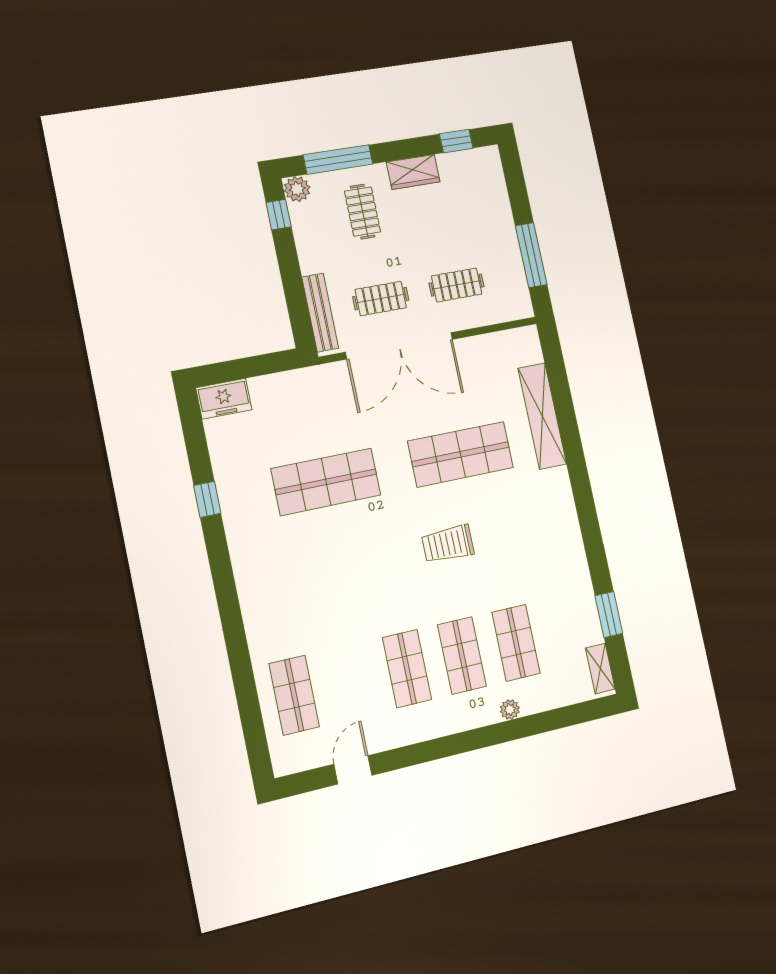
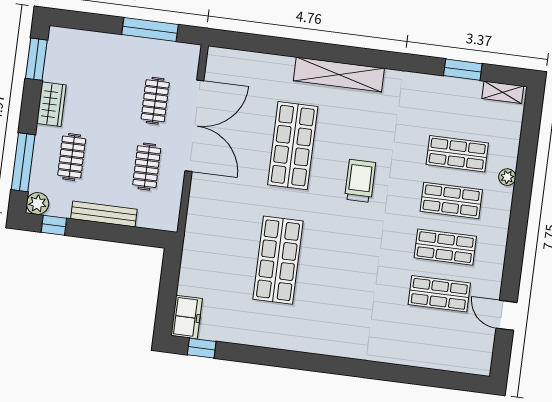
window: (456, 141) -> (36, 59), width x1.50
clothes rail: (363, 212) -> (72, 157), turned 90
bench: (320, 313) -> (104, 214), moved
double door: (399, 346) -> (194, 126), moved
shelving: (542, 416) -> (339, 74), moved
window: (207, 499) -> (202, 348), moved
trolley: (448, 544) -> (360, 181), turned 180
shop shelf: (294, 695) -> (439, 294), moved

